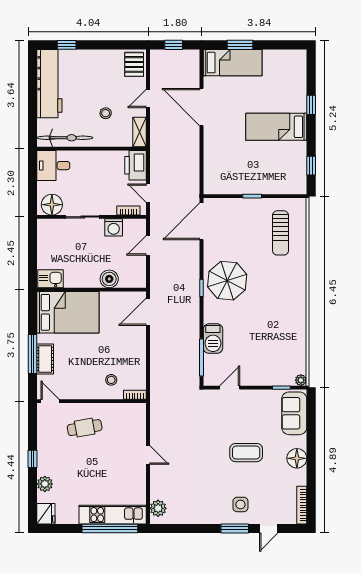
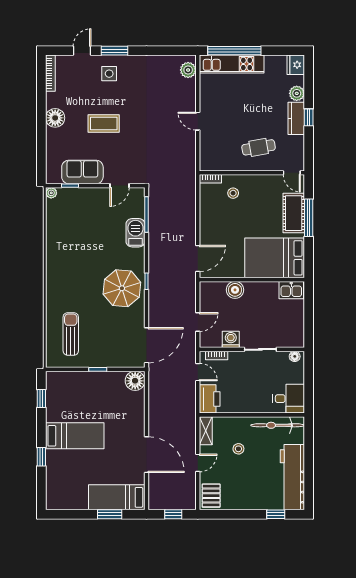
floor lamp: (213, 184) -> (135, 381), added
floor lamp: (52, 205) -> (295, 356), width x0.53, depth x0.53
cot: (45, 359) -> (294, 213), width x1.37, depth x1.34
sofa: (294, 413) -> (82, 172), moved, turned -90
kitchen counter: (45, 458) -> (296, 118), added

